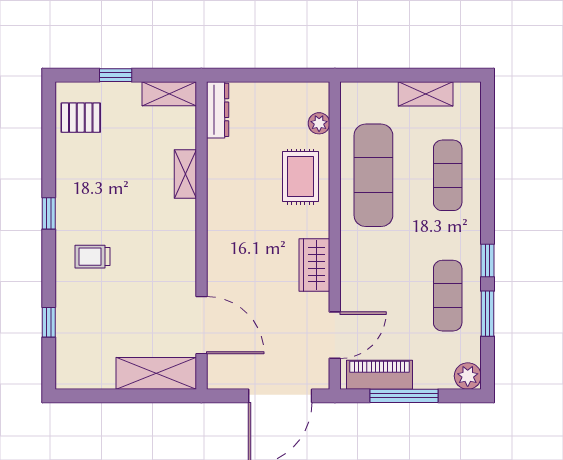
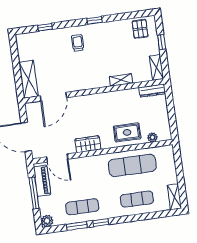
shelving: (426, 94) -> (174, 197), moved

